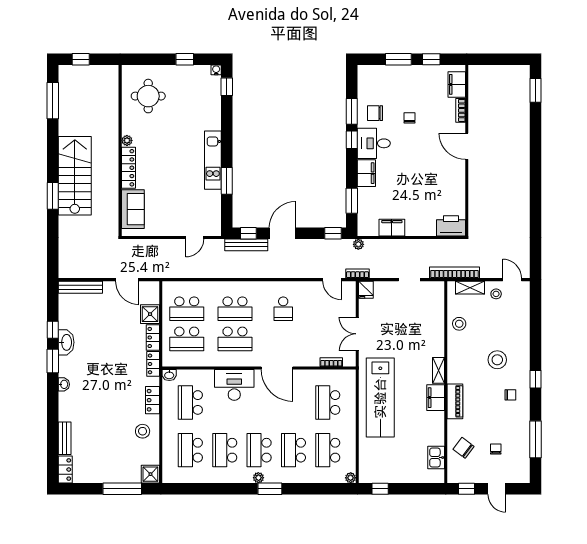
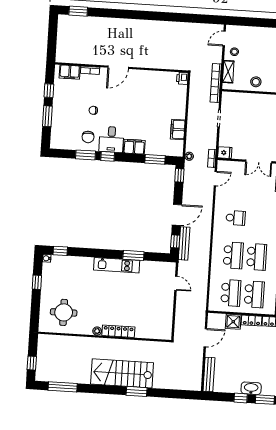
sofa: (133, 209) -> (151, 330), removed
printer: (451, 226) -> (182, 78), width x0.53, depth x0.68
door: (282, 233) -> (177, 215), swing flipped

